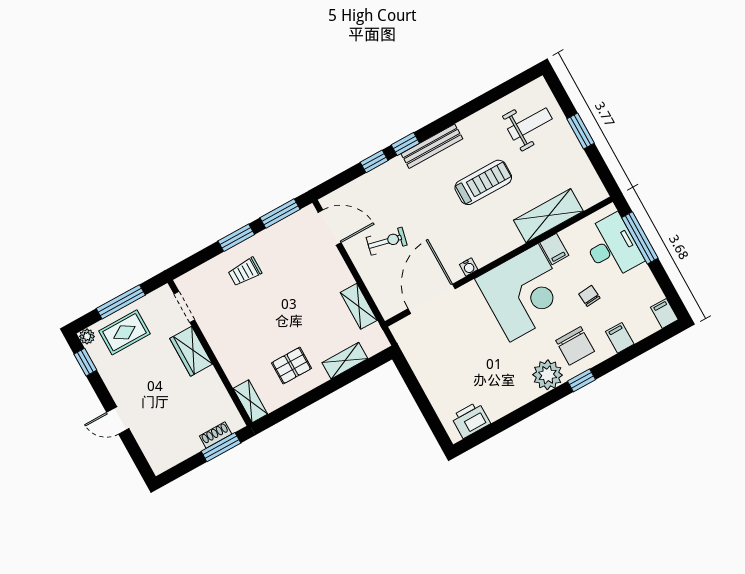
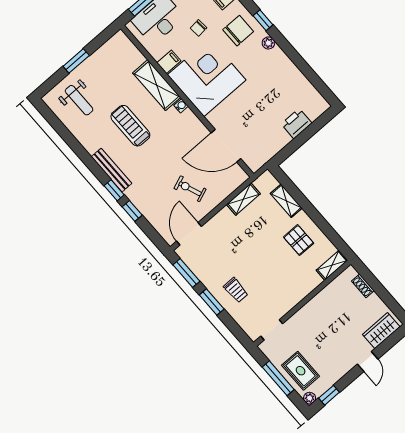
weight bench: (530, 124) -> (79, 100), turned 180
shelving: (548, 216) -> (157, 85), moved
exercise bike: (387, 241) -> (190, 189), turned -34
water cooler: (469, 267) -> (181, 106), moved
wardrobe: (191, 351) -> (381, 331), moved, turned 180
plant: (548, 375) -> (268, 43), width x0.53, depth x0.53
printer: (471, 420) -> (297, 124), moved, turned 90
window: (221, 447) -> (371, 280), removed

